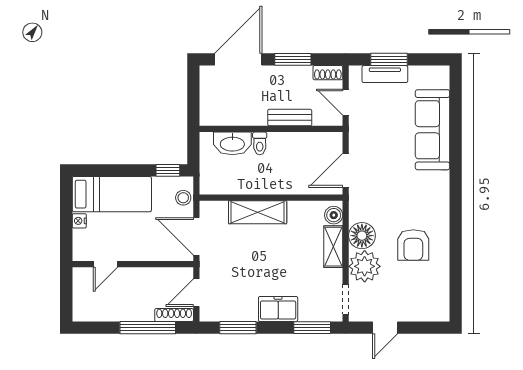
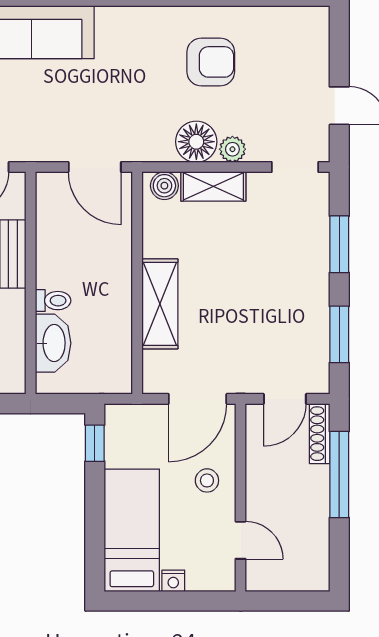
stool: (183, 198) -> (207, 480), moved
plant: (365, 266) -> (232, 149), width x0.53, depth x0.53
door: (196, 293) -> (285, 399), hinge flipped
freezer: (278, 309) -> (310, 272), removed
window: (312, 328) -> (339, 244), moved

